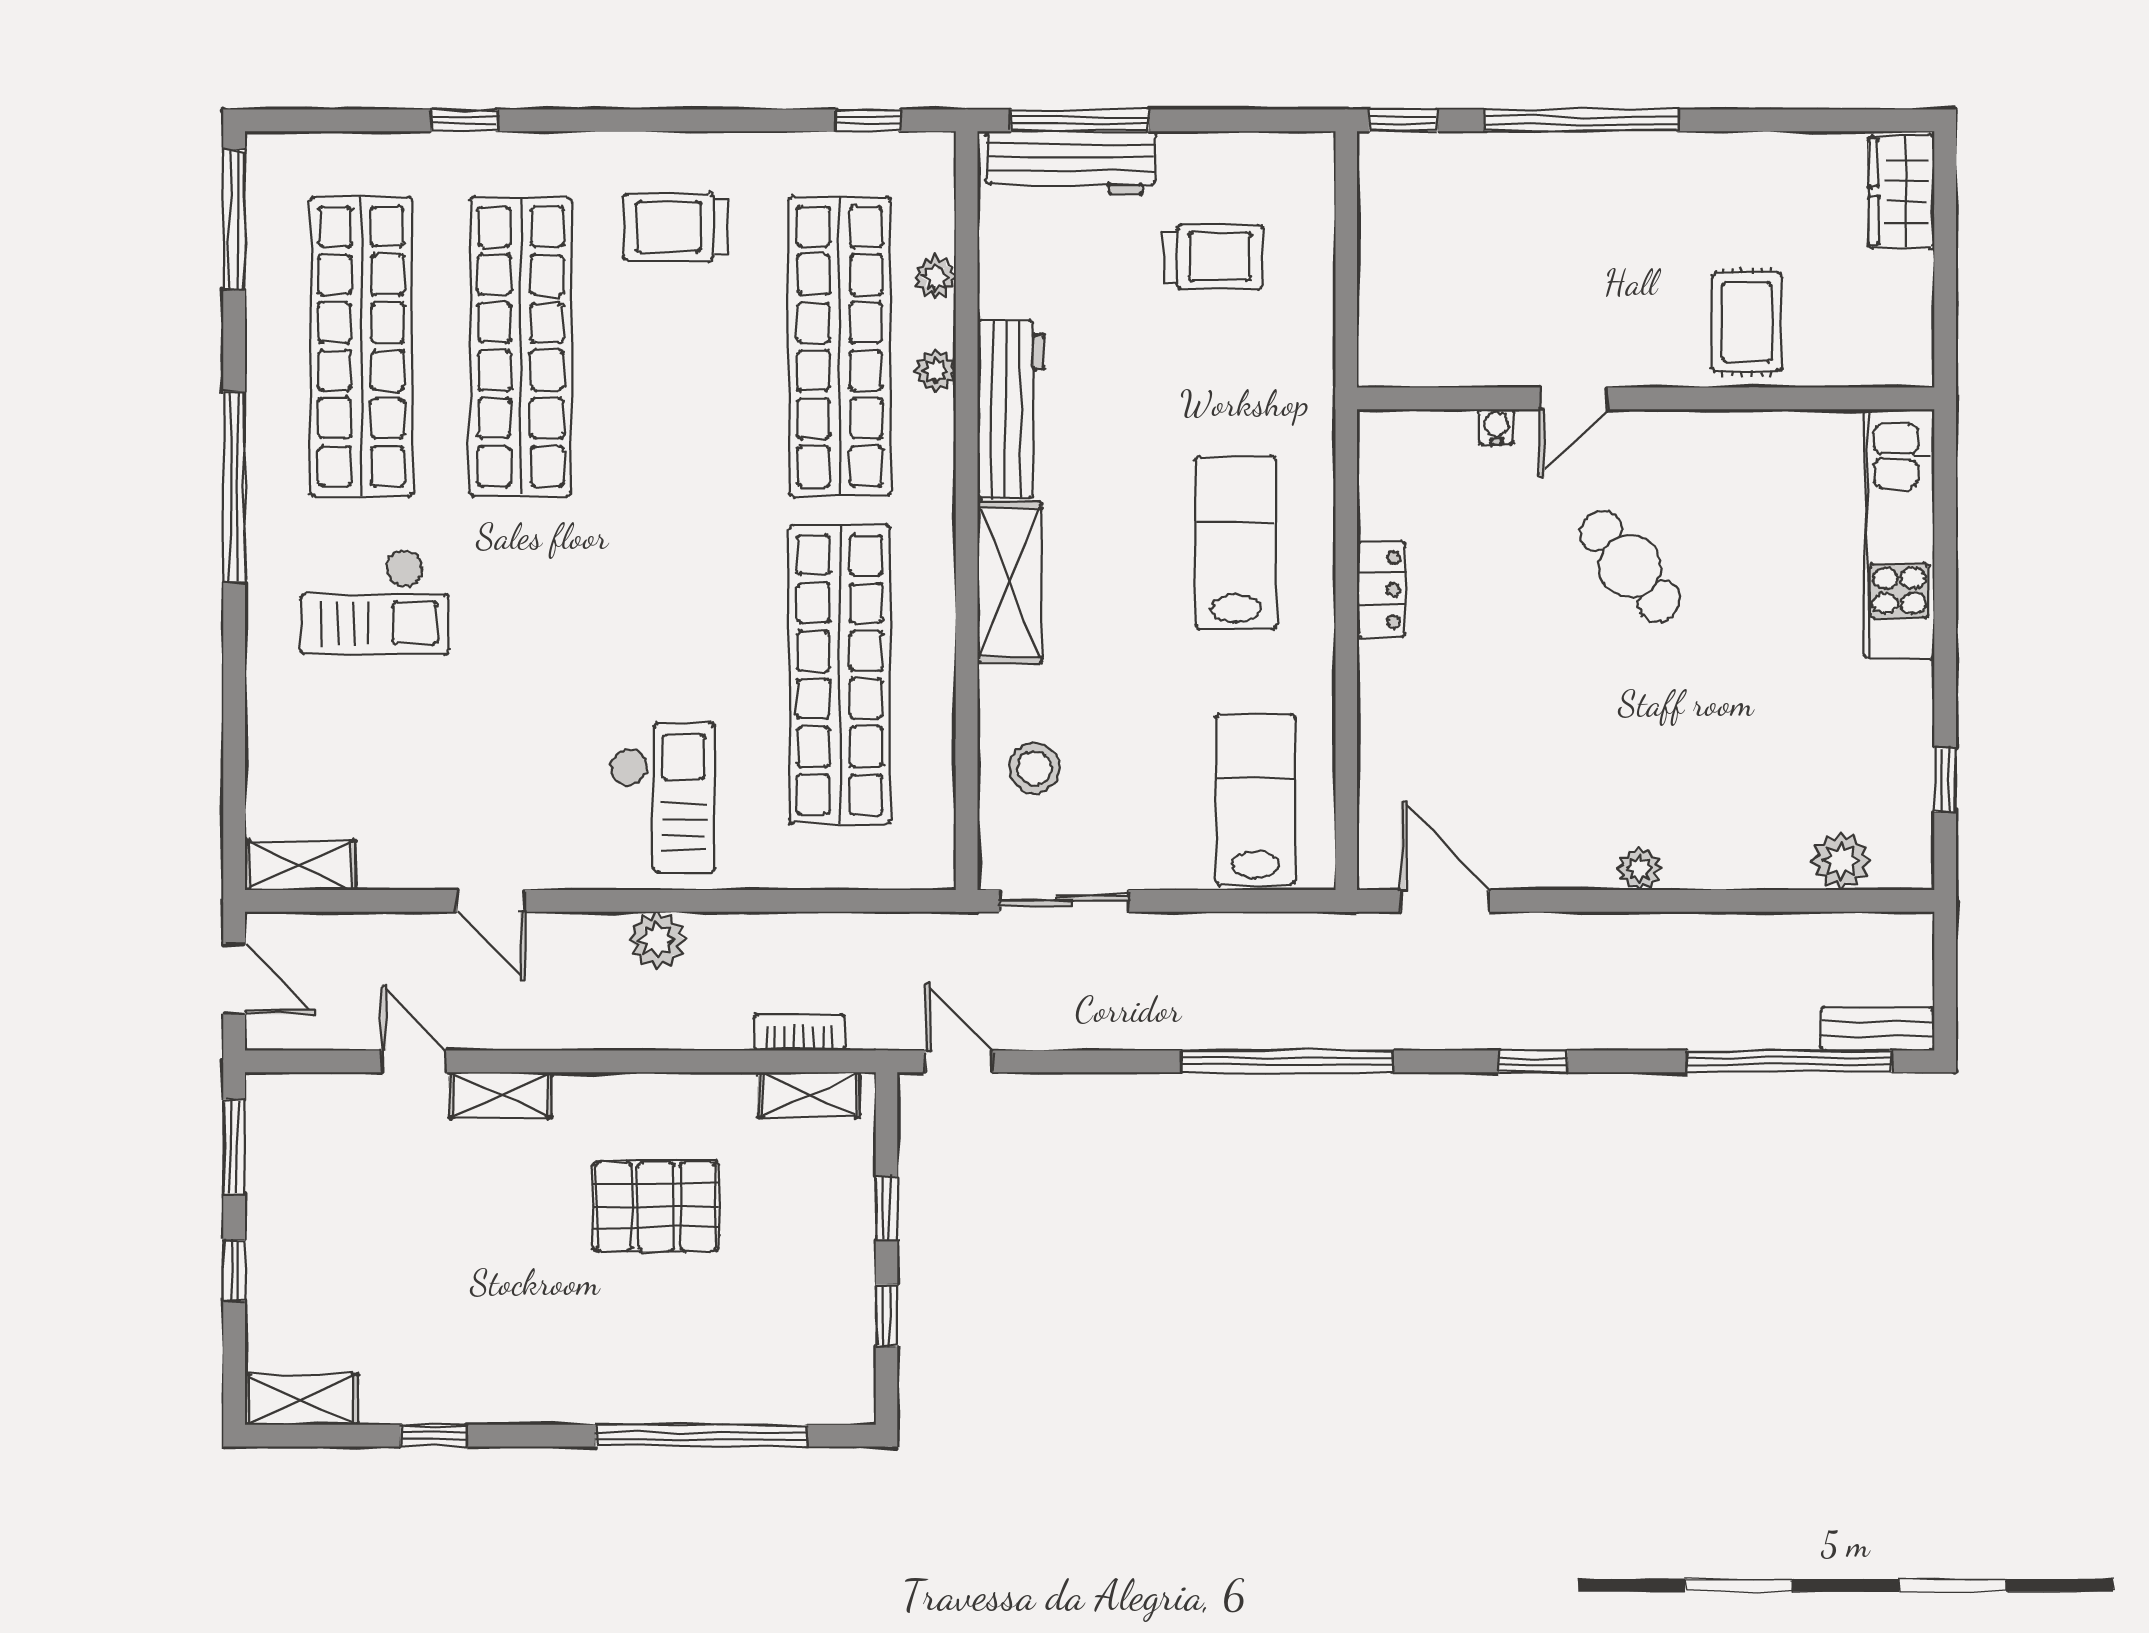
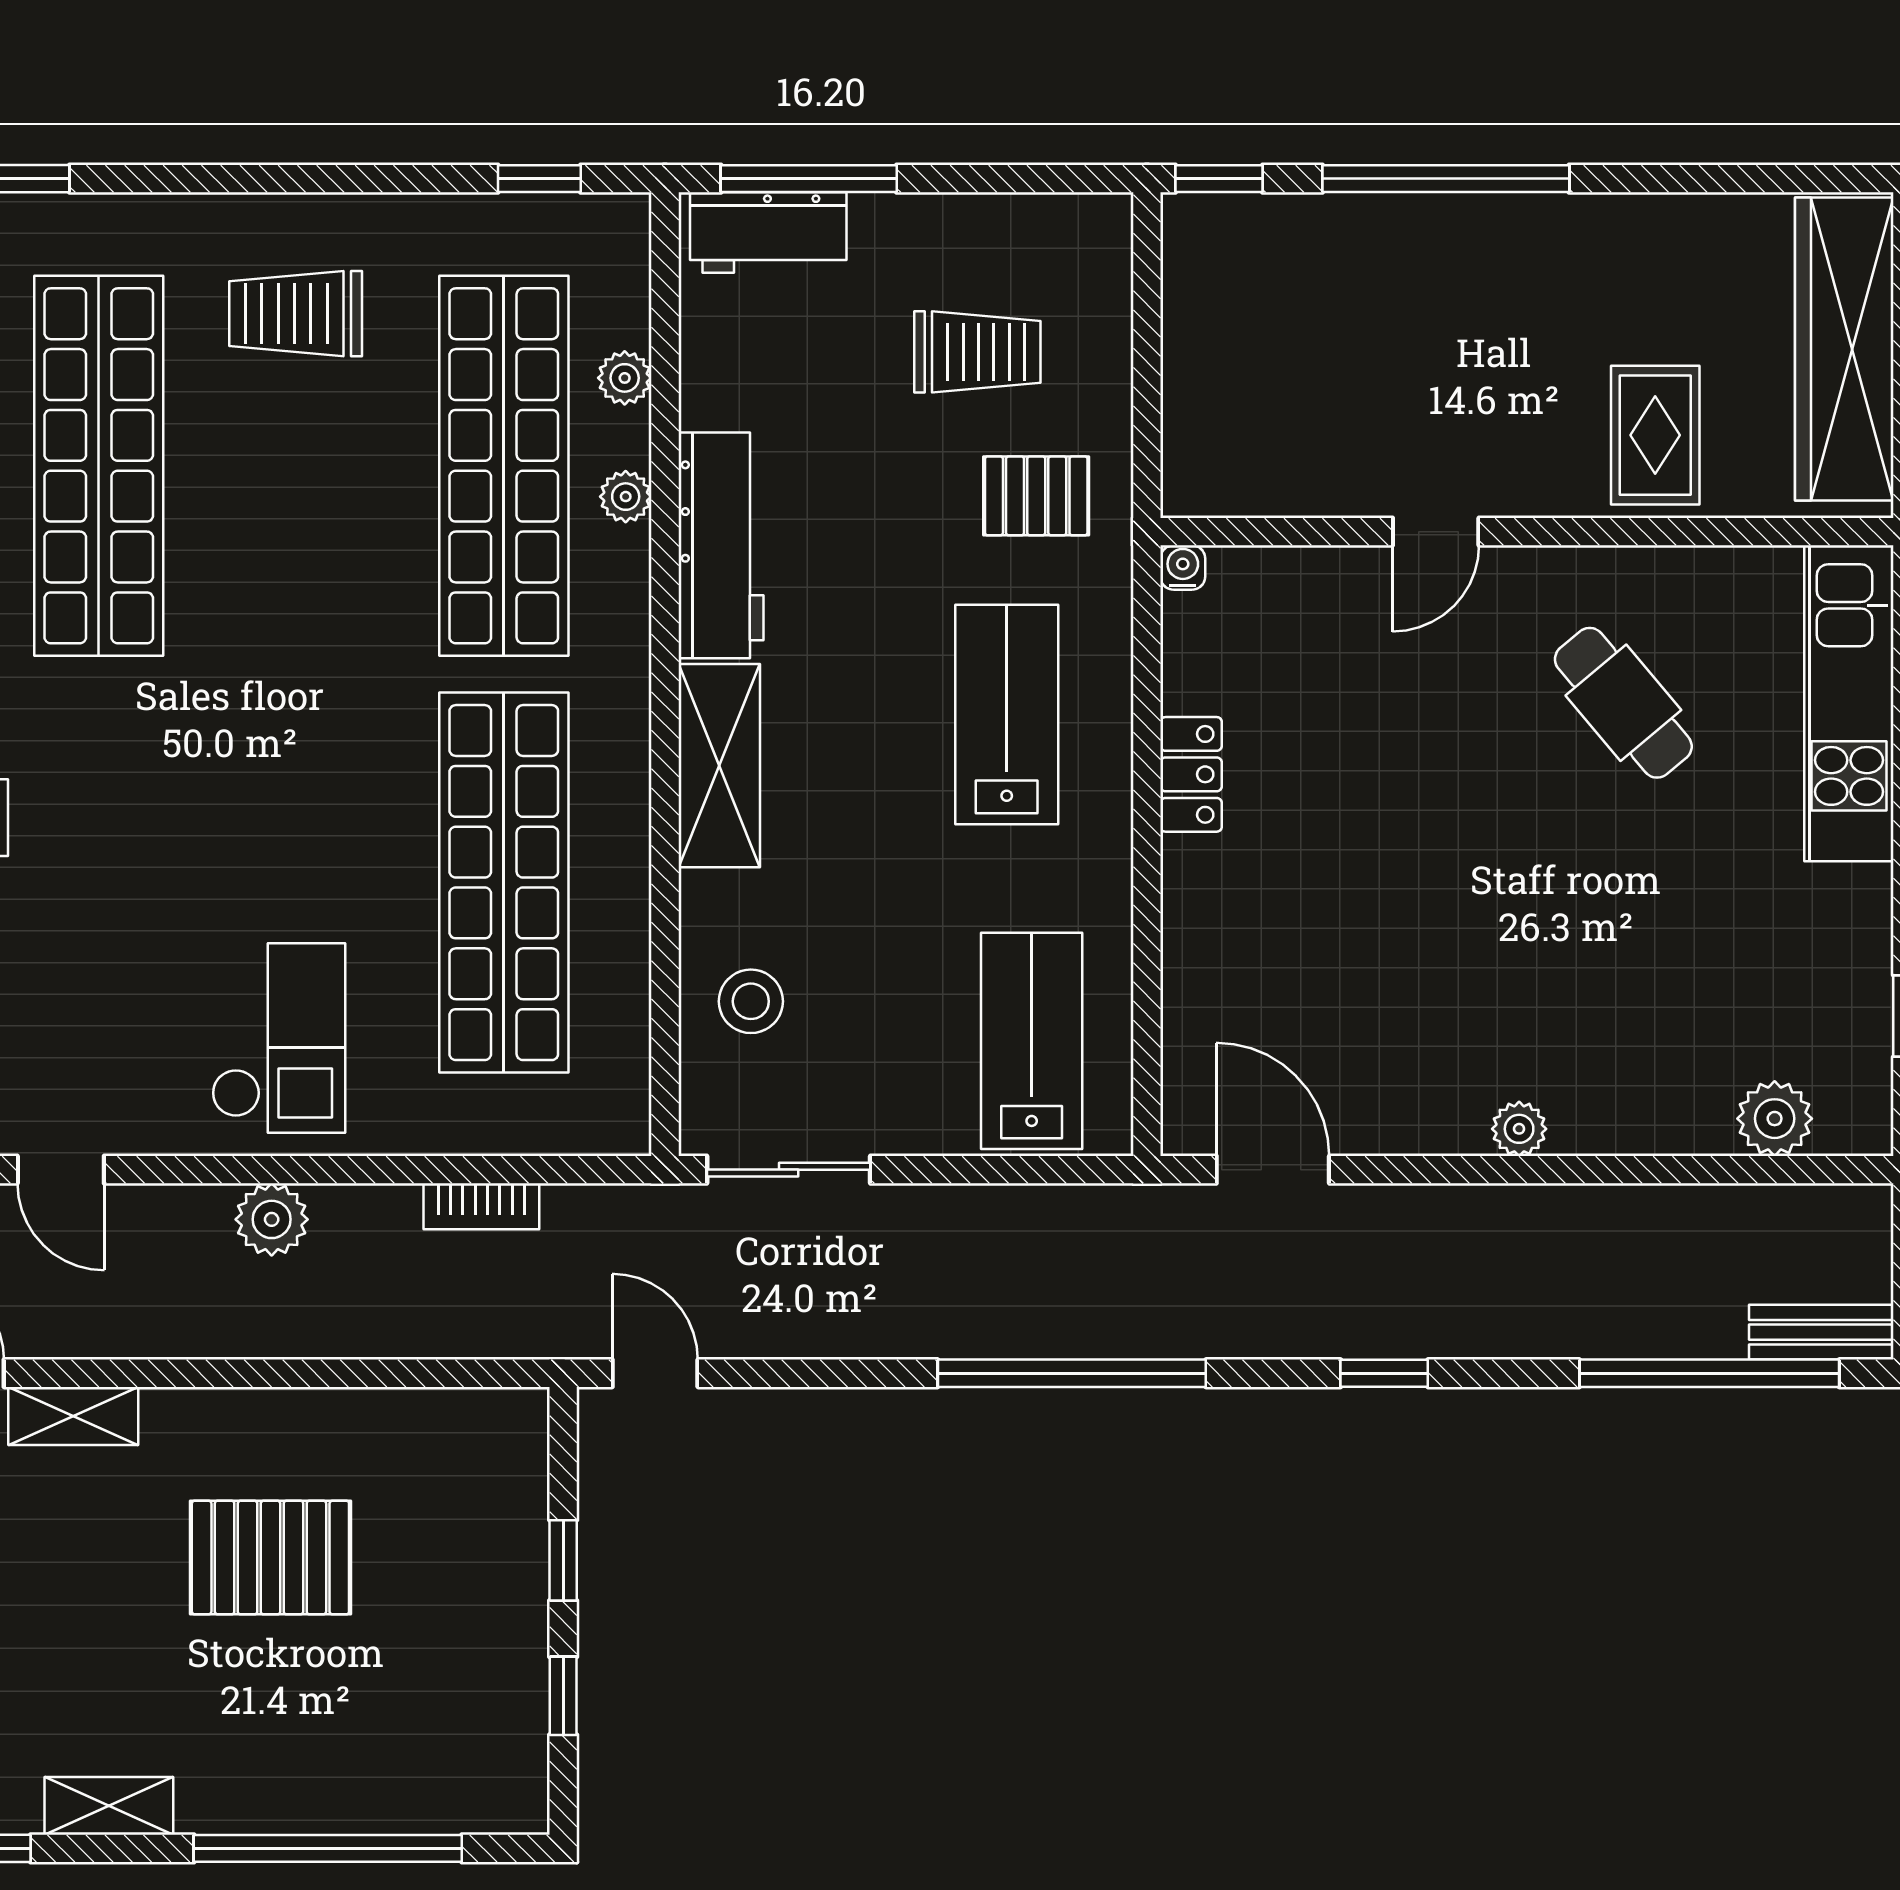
workbench: (1071, 163) -> (768, 233), width x0.73
wardrobe: (1901, 192) -> (1844, 349), width x2.10, depth x1.17
pallet: (1259, 370) -> (1036, 496), added
water cooler: (1496, 427) -> (1183, 568), moved
cafe table: (1630, 566) -> (1623, 703), moved
bookcase: (799, 1032) -> (481, 1206), moved, turned 180
shelving: (809, 1095) -> (109, 1806), moved

